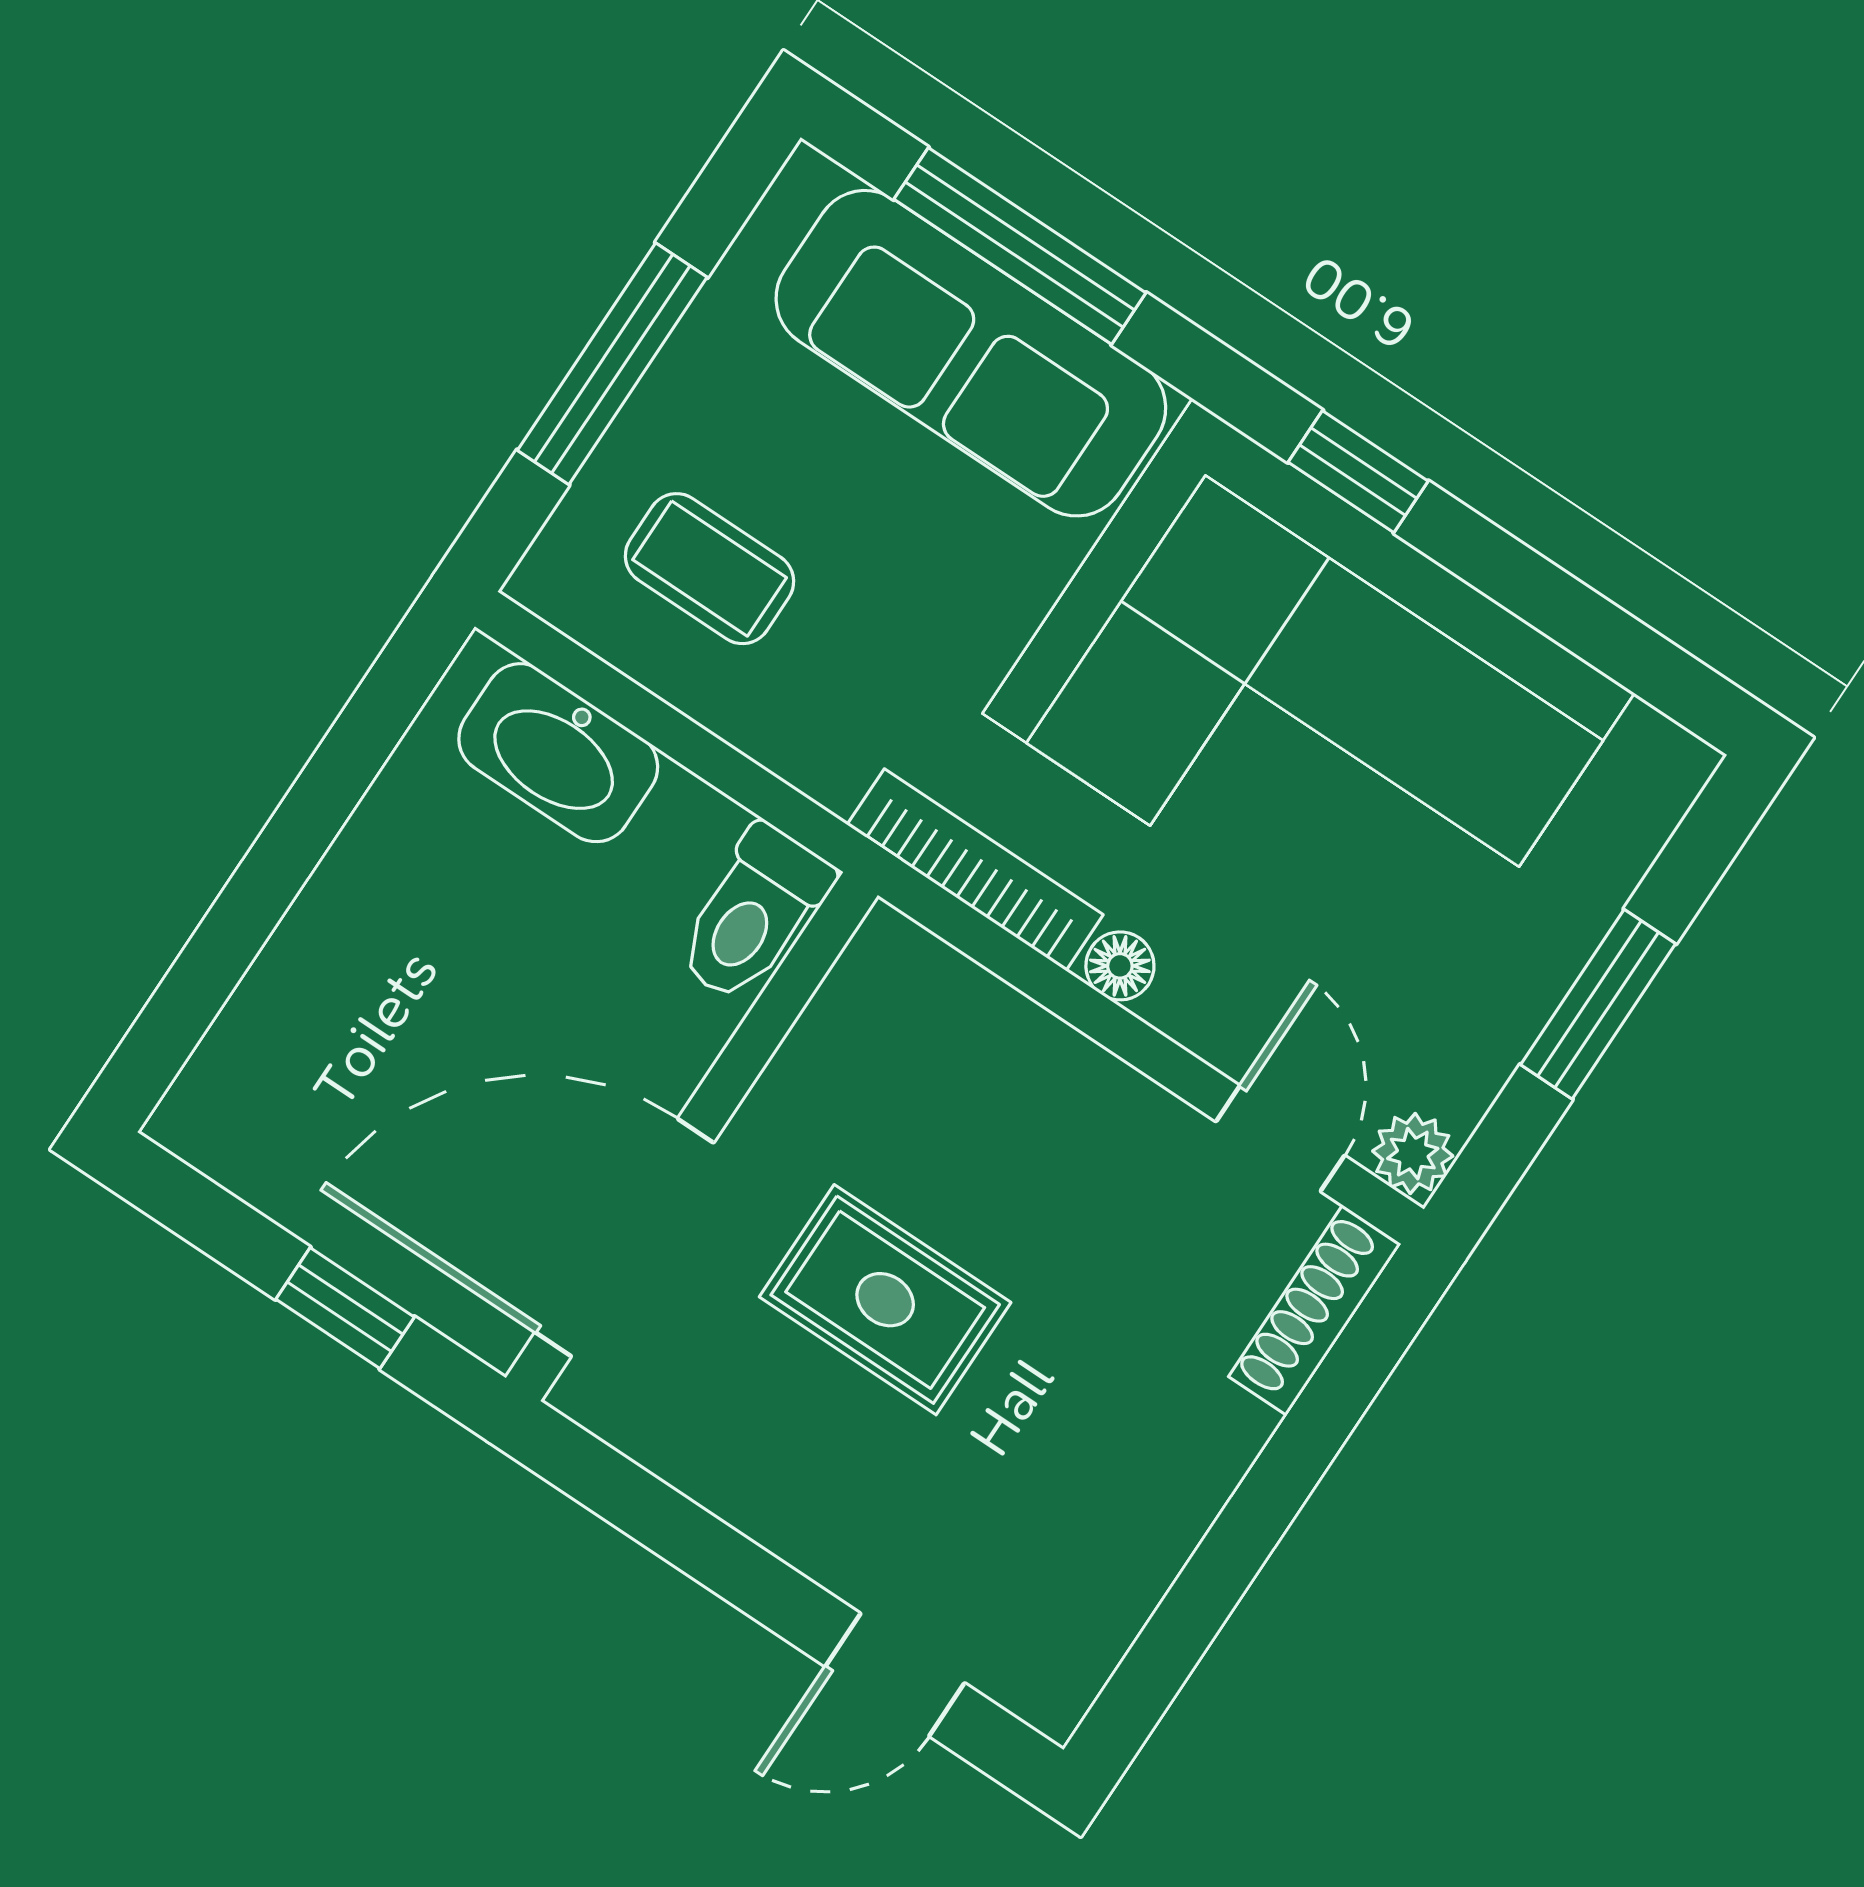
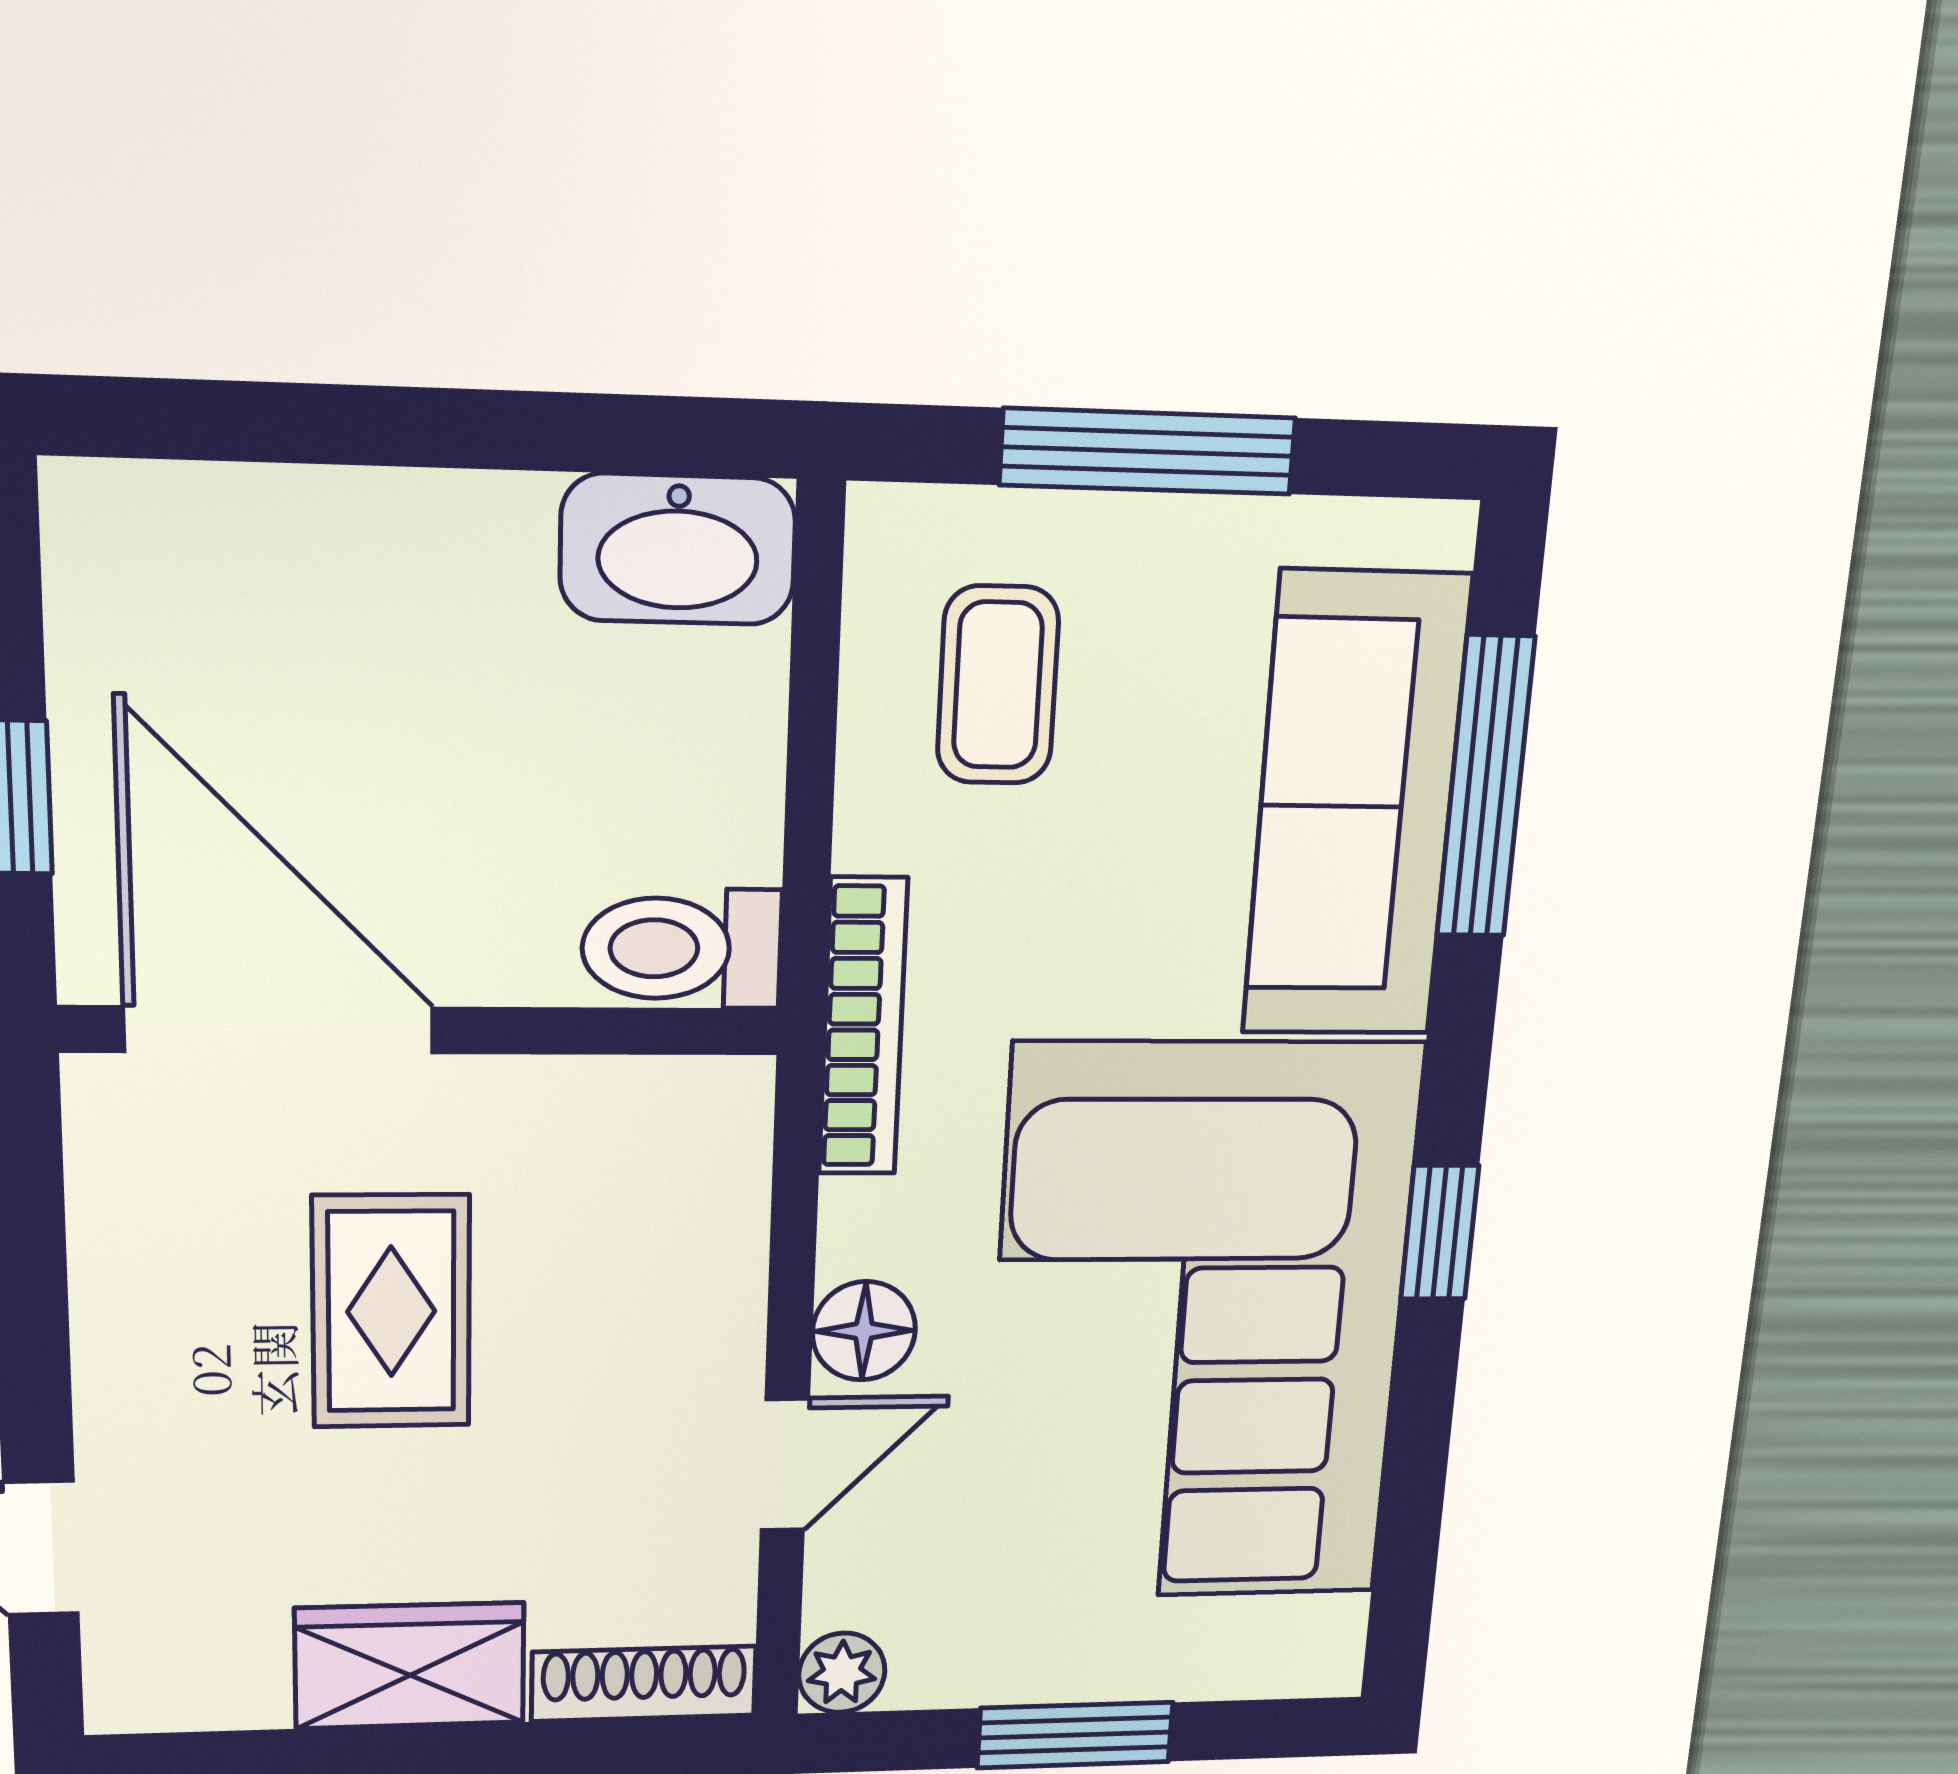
washbasin: (558, 753) -> (678, 549), moved, turned -90
bookcase: (975, 870) -> (863, 1027), moved
floor lamp: (1120, 966) -> (864, 1331), width x1.37, depth x1.37
door: (1280, 1138) -> (785, 1465), moved
wardrobe: (1175, 1475) -> (410, 1666), added

